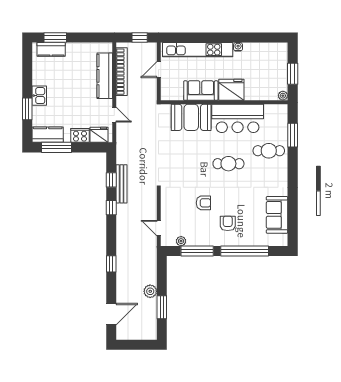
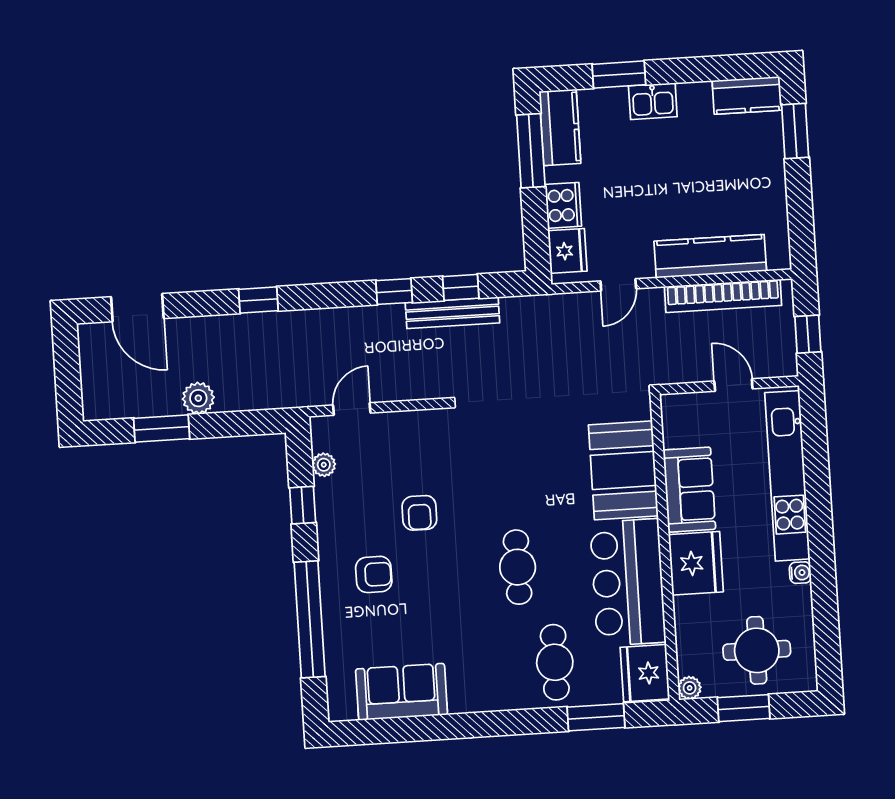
kitchen counter: (51, 49) -> (747, 95), moved, turned -90
round table: (269, 67) -> (757, 650), added
fridge: (276, 114) -> (645, 673), added
window: (197, 251) -> (303, 505), width x0.46

